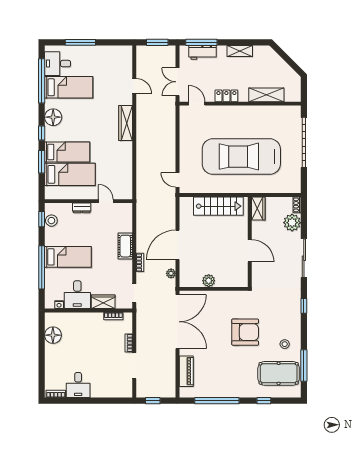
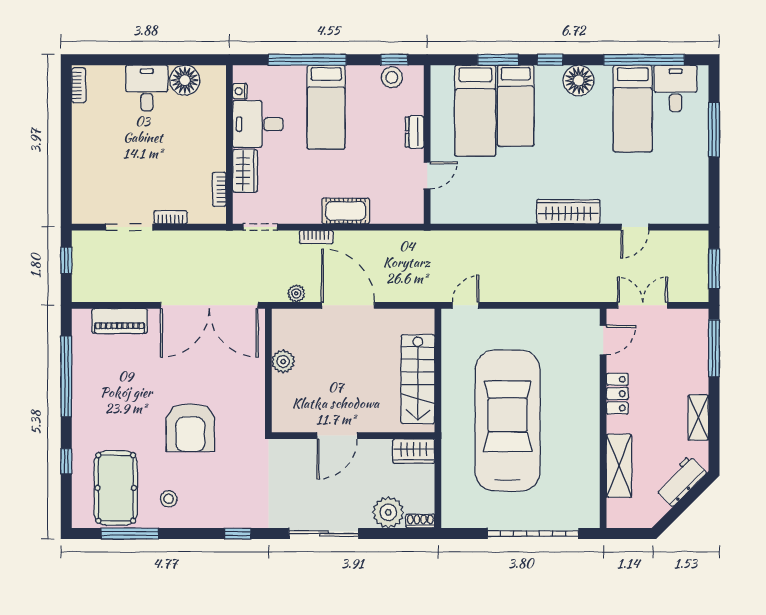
workbench: (203, 52) -> (681, 481), moved, turned 45
desk: (78, 385) -> (147, 88), moved, turned 90

